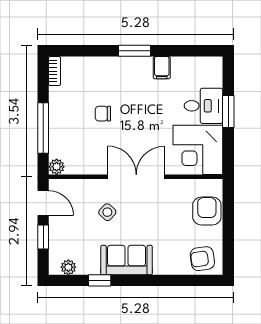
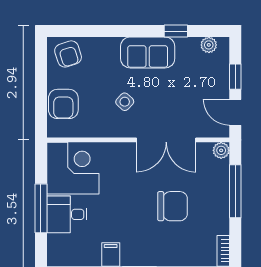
window: (228, 112) -> (41, 208), width x1.44
chair: (103, 114) -> (172, 206), width x1.87, depth x1.87
double door: (136, 177) -> (166, 140), moved
side table: (107, 212) -> (125, 102), moved
armchair: (202, 259) -> (68, 54), turned 80

